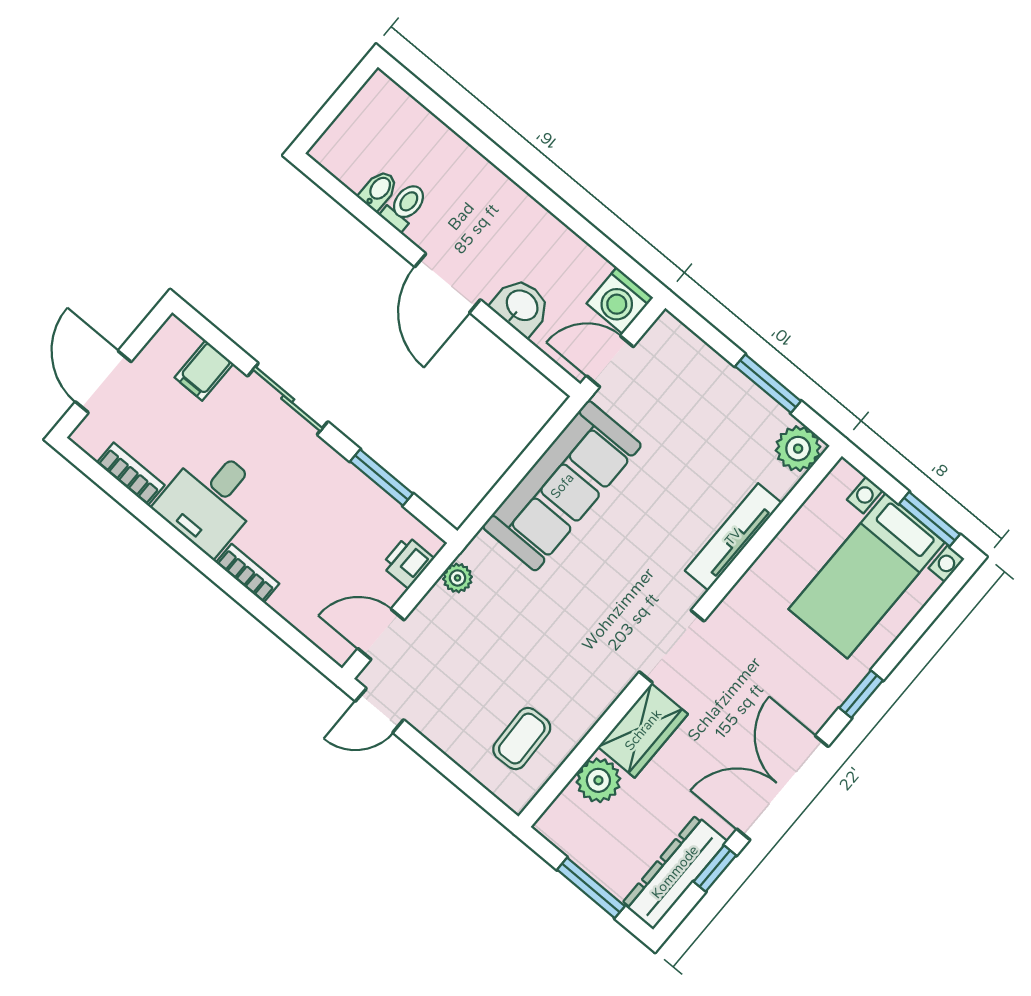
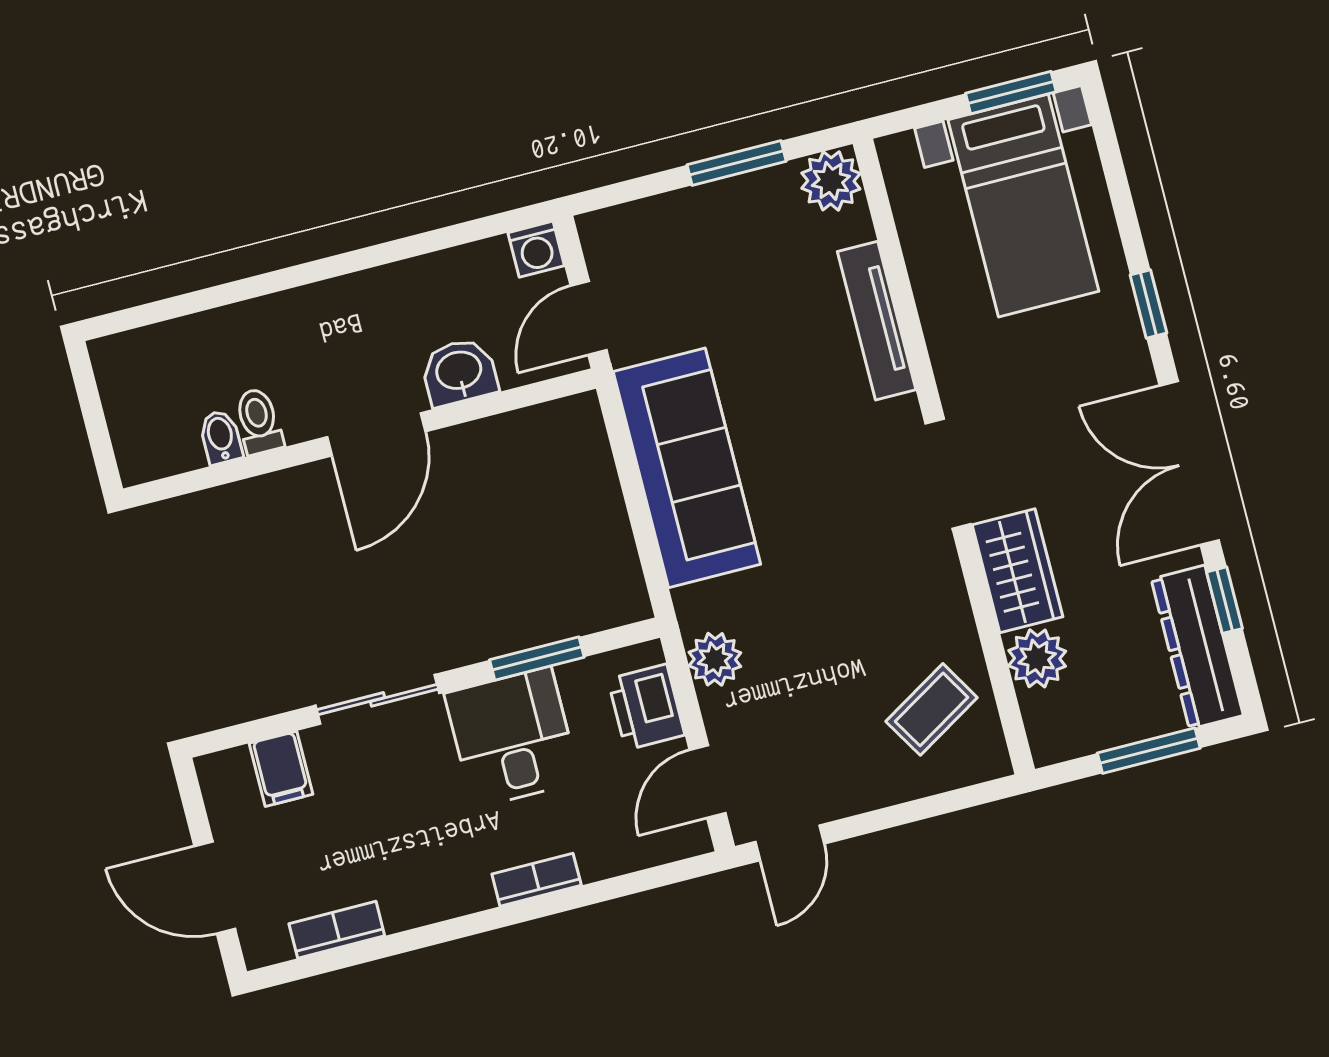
door: (448, 283) -> (376, 434), hinge flipped
washing machine: (620, 301) -> (536, 249), width x0.73, depth x0.73
desk: (210, 500) -> (512, 737), moved, turned 180
printer: (408, 562) -> (646, 707), width x1.36, depth x1.24
plant: (458, 578) -> (715, 659), width x1.38, depth x1.38
coffee table: (522, 739) -> (932, 709), turned 61

